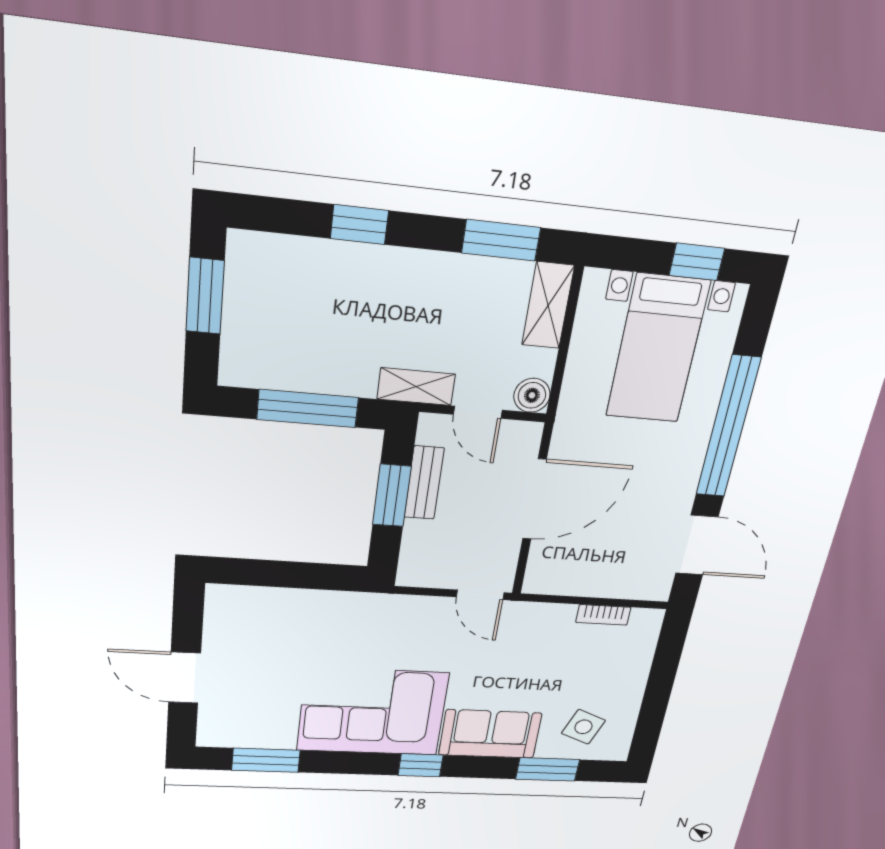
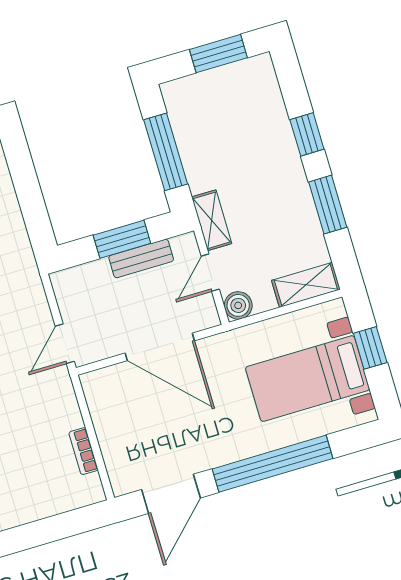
window: (501, 240) -> (328, 205), moved
window: (697, 262) -> (370, 348), moved

